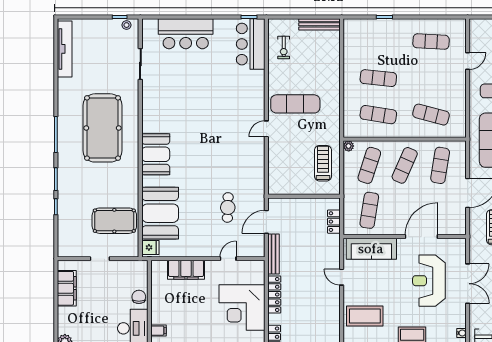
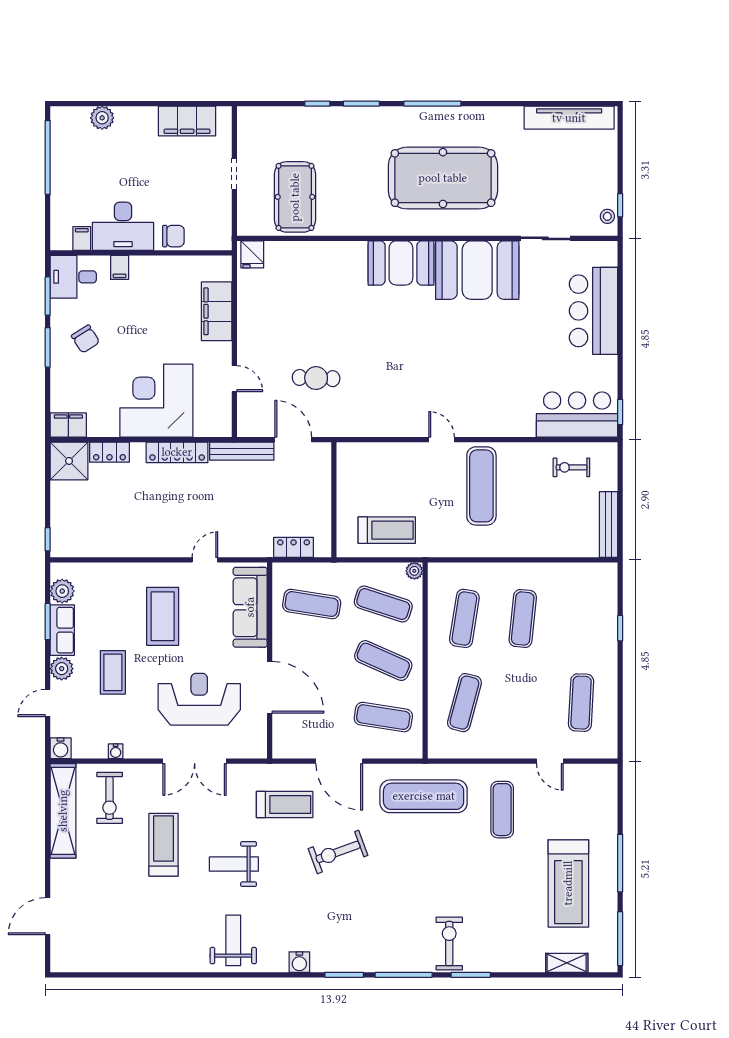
booth: (160, 213) -> (477, 270), moved
coffee table: (365, 316) -> (163, 616), moved

